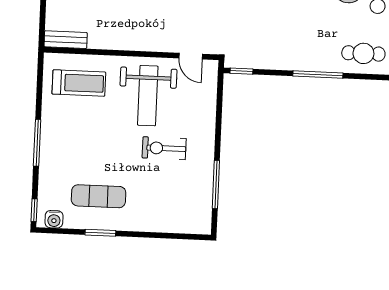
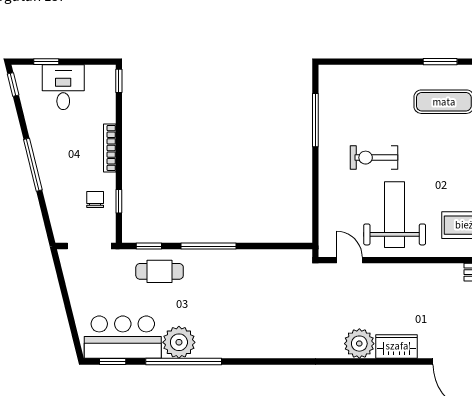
window: (242, 71) -> (149, 246), moved
exercise bike: (164, 148) -> (374, 158), turned 180

